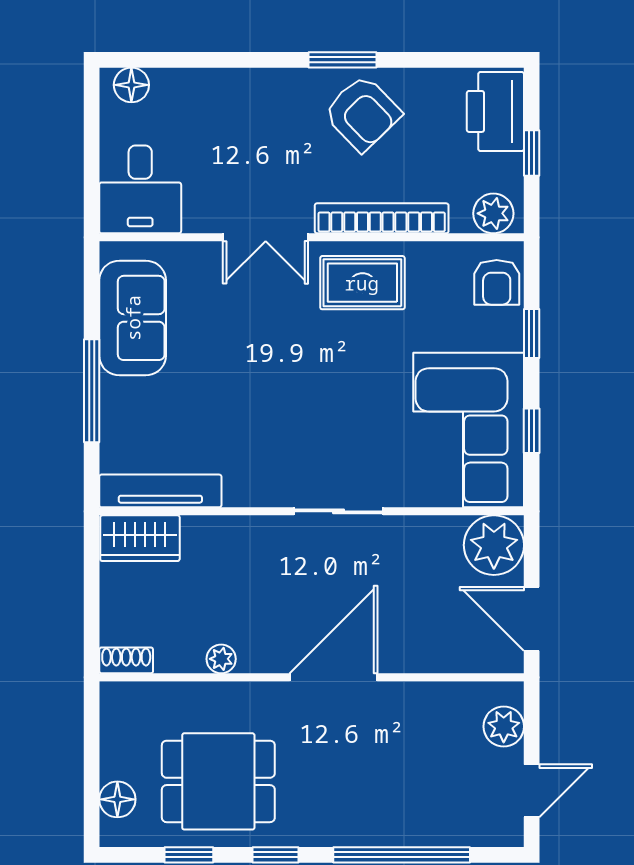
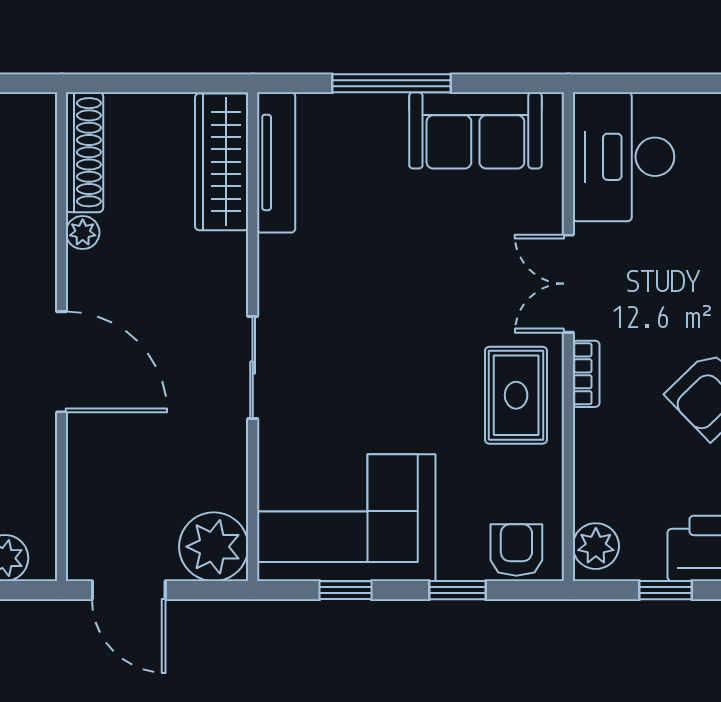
desk: (140, 189) -> (623, 157), width x1.37
bookcase: (382, 218) -> (586, 374), width x0.43, depth x0.76
armchair: (497, 282) -> (516, 550), turned 90
wardrobe: (140, 538) -> (222, 162), width x1.50
door: (532, 619) -> (129, 590), swing flipped
shoe rack: (126, 660) -> (84, 152), width x1.94, depth x1.24

